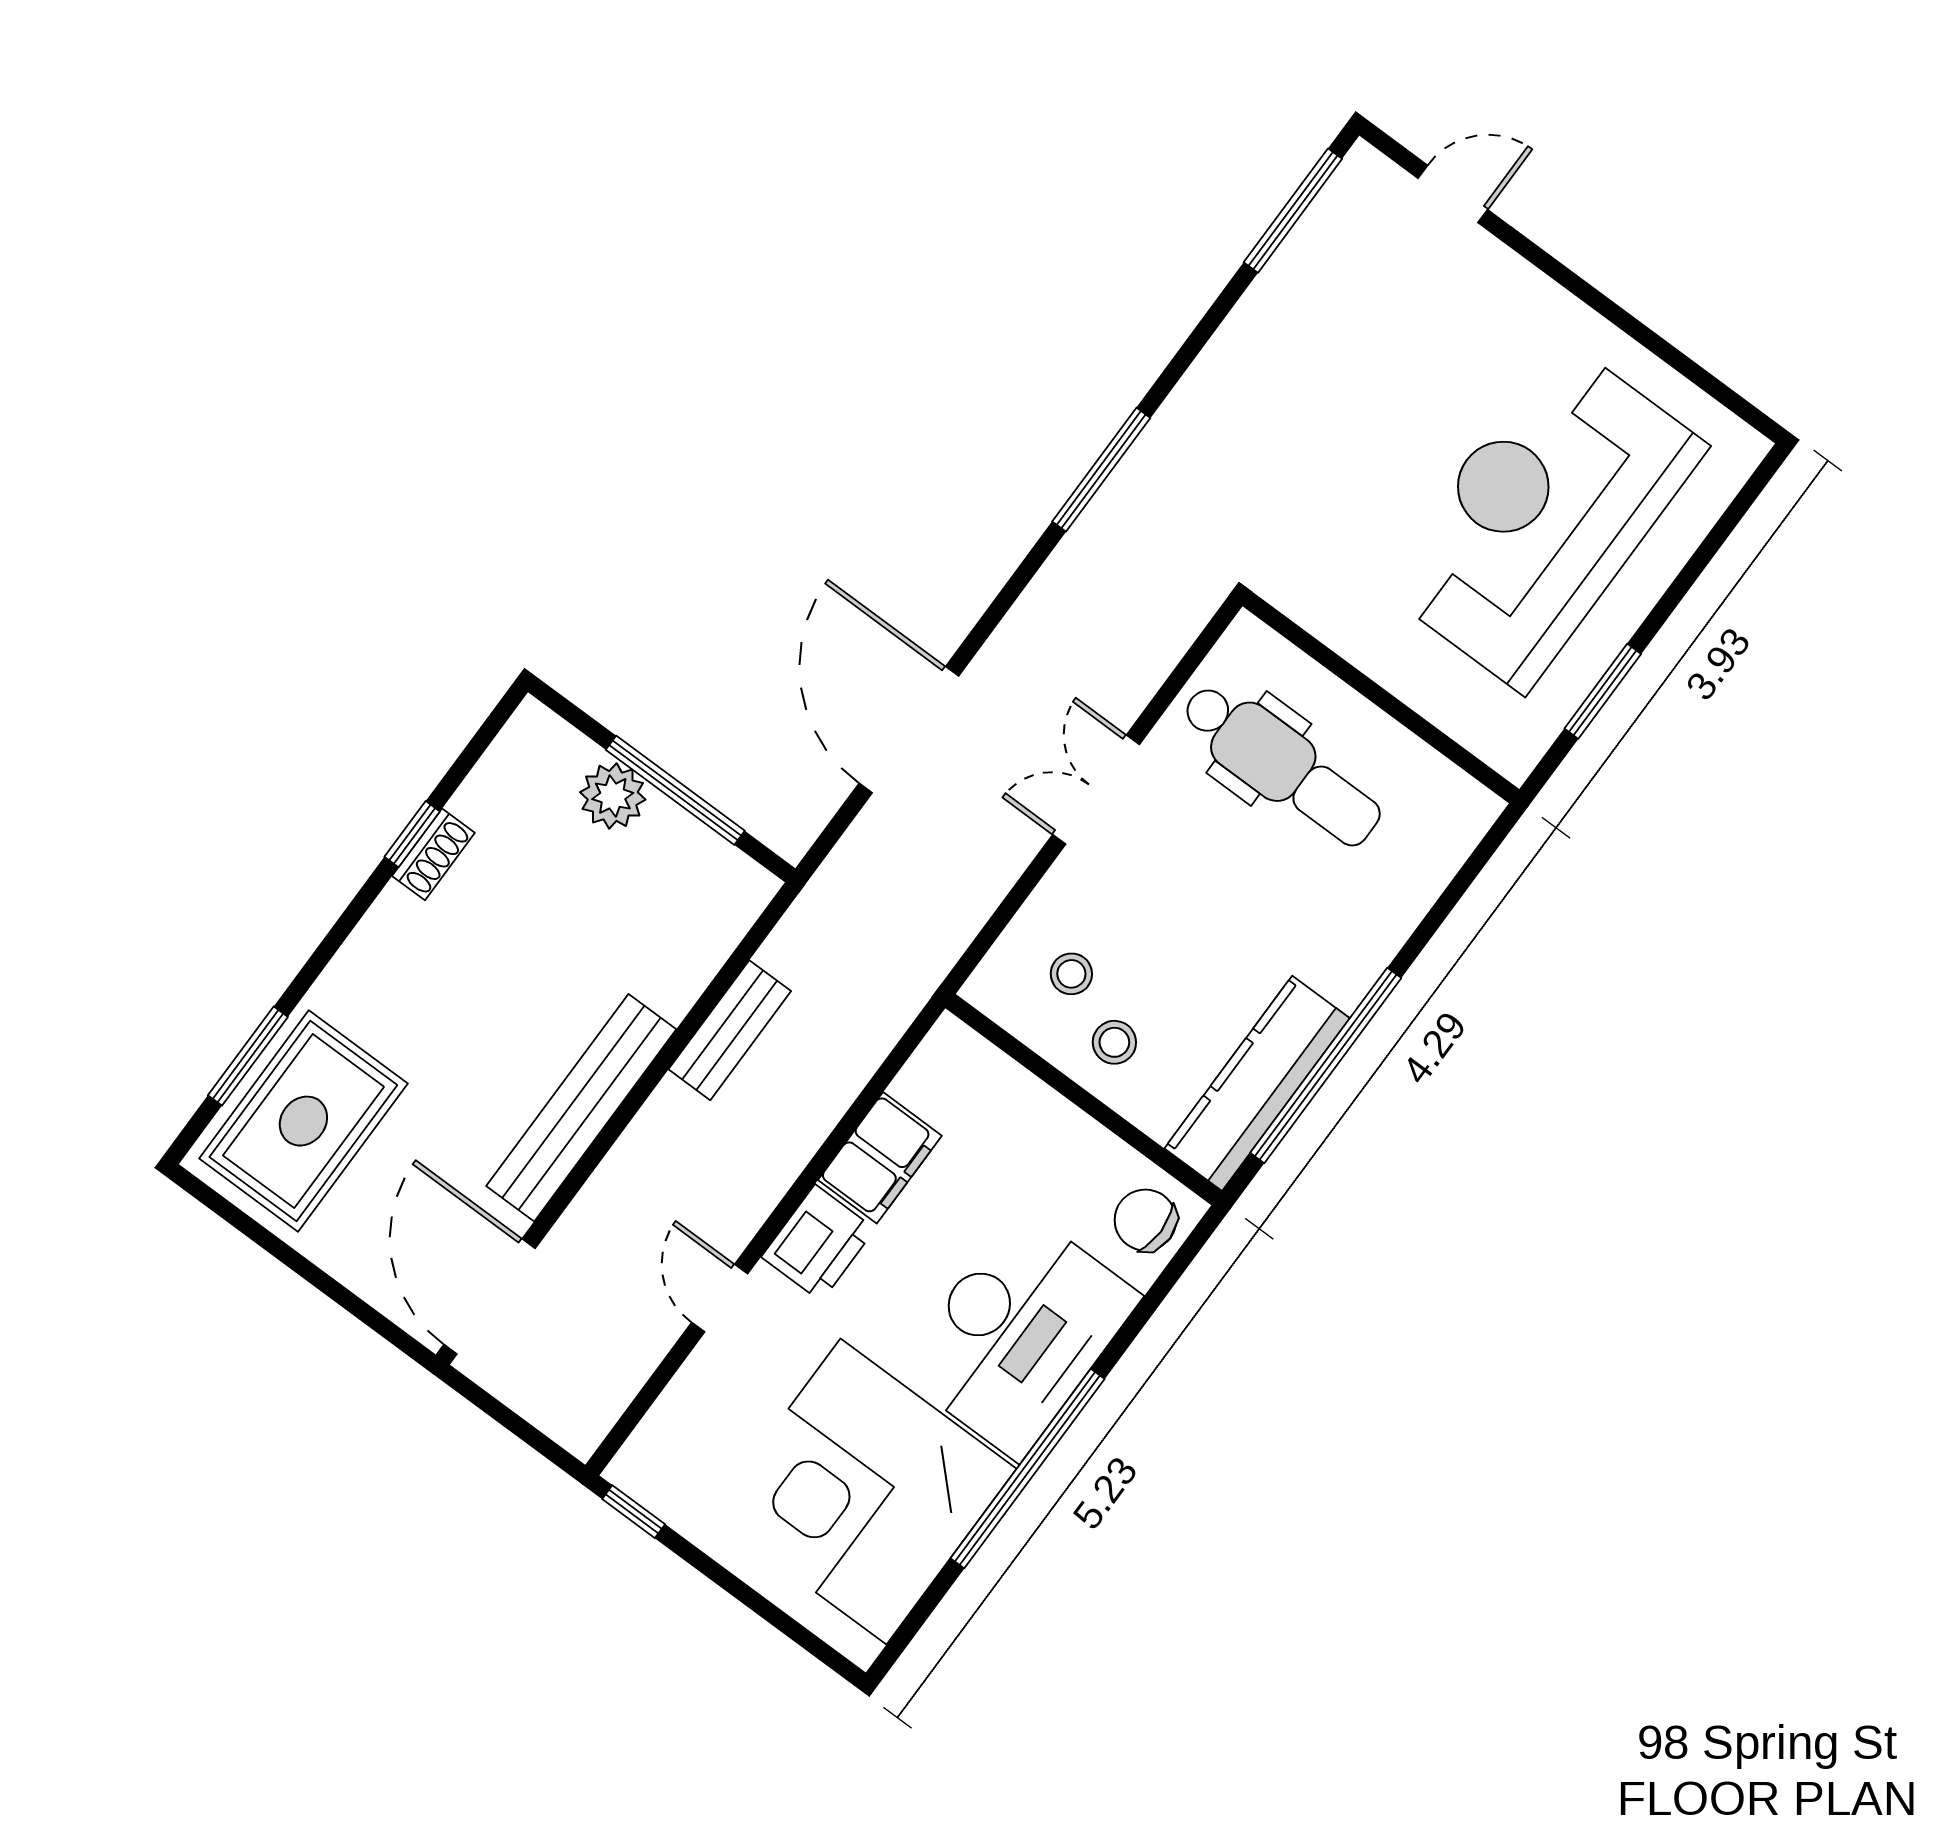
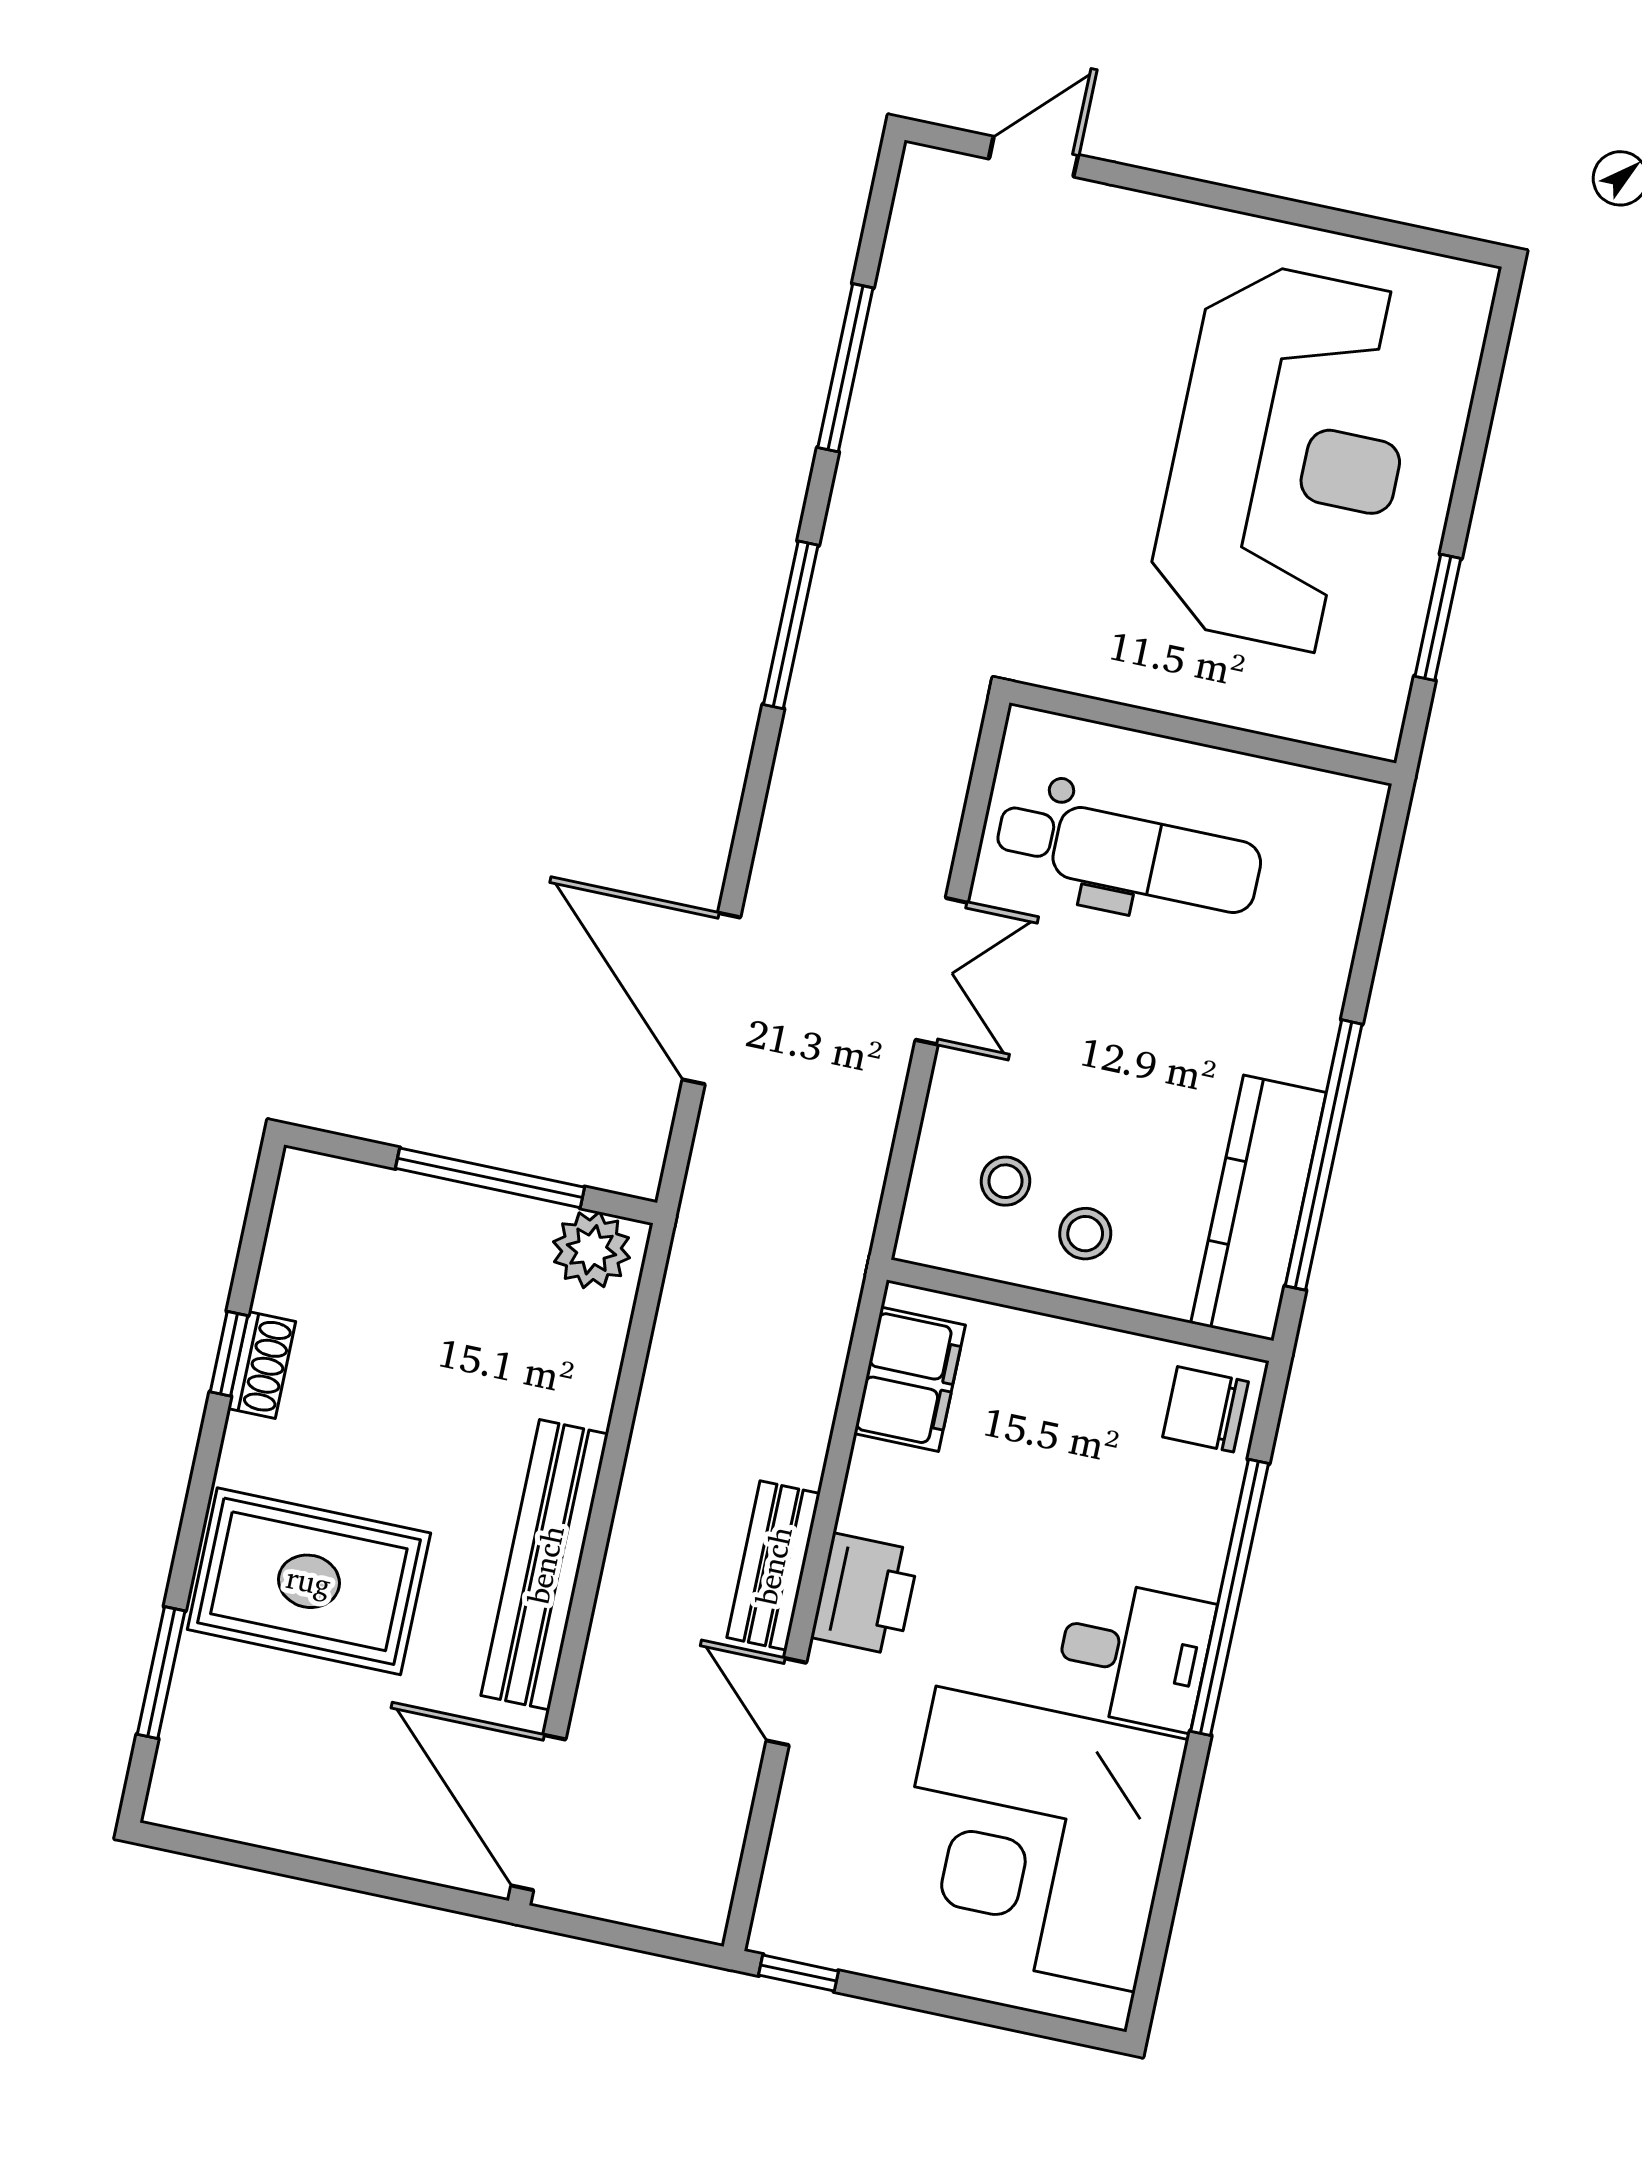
window: (1293, 211) -> (845, 368), moved
reception desk: (1543, 516) -> (1287, 458), turned 180
double door: (1096, 790) -> (942, 971), swing flipped
plant: (613, 796) -> (592, 1250), moved
bench: (730, 1030) -> (773, 1566), moved
rug: (303, 1121) -> (309, 1581), moved, turned 90
filing cabinet: (880, 1158) -> (910, 1379), moved
desk: (1019, 1334) -> (1134, 1654), width x0.53, depth x0.77
window: (1028, 1469) -> (1230, 1597), moved

